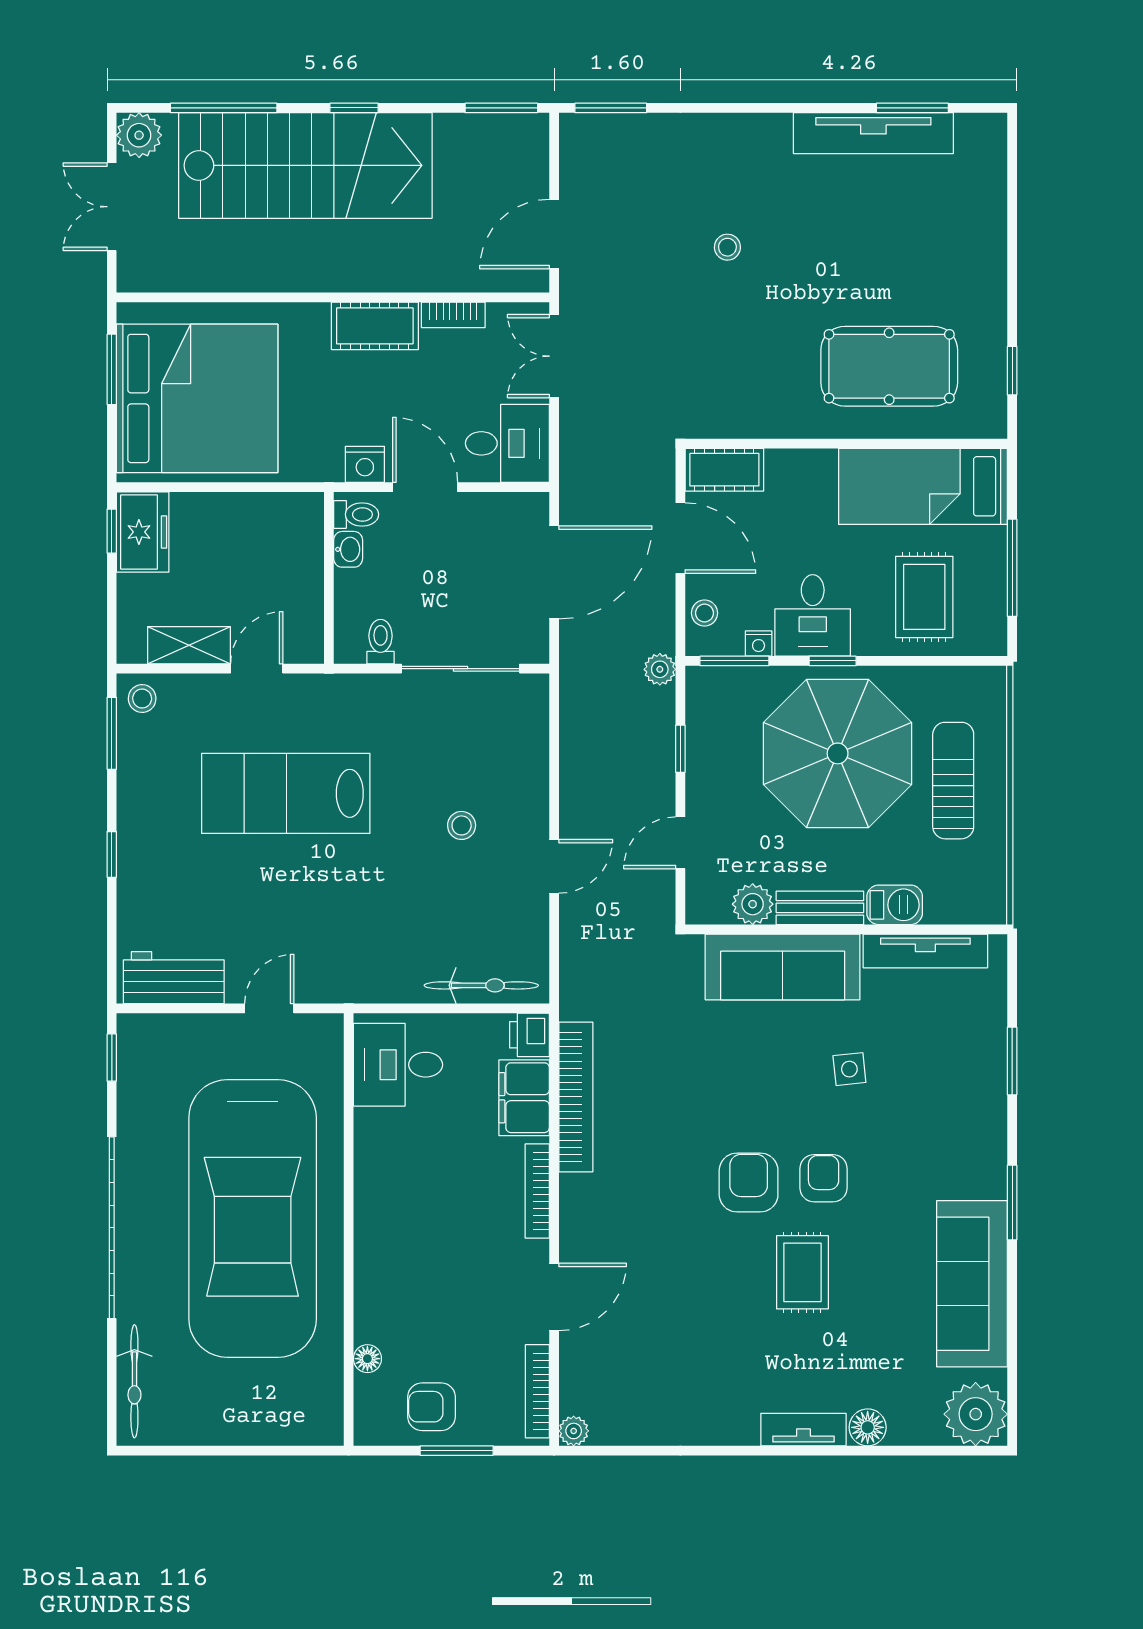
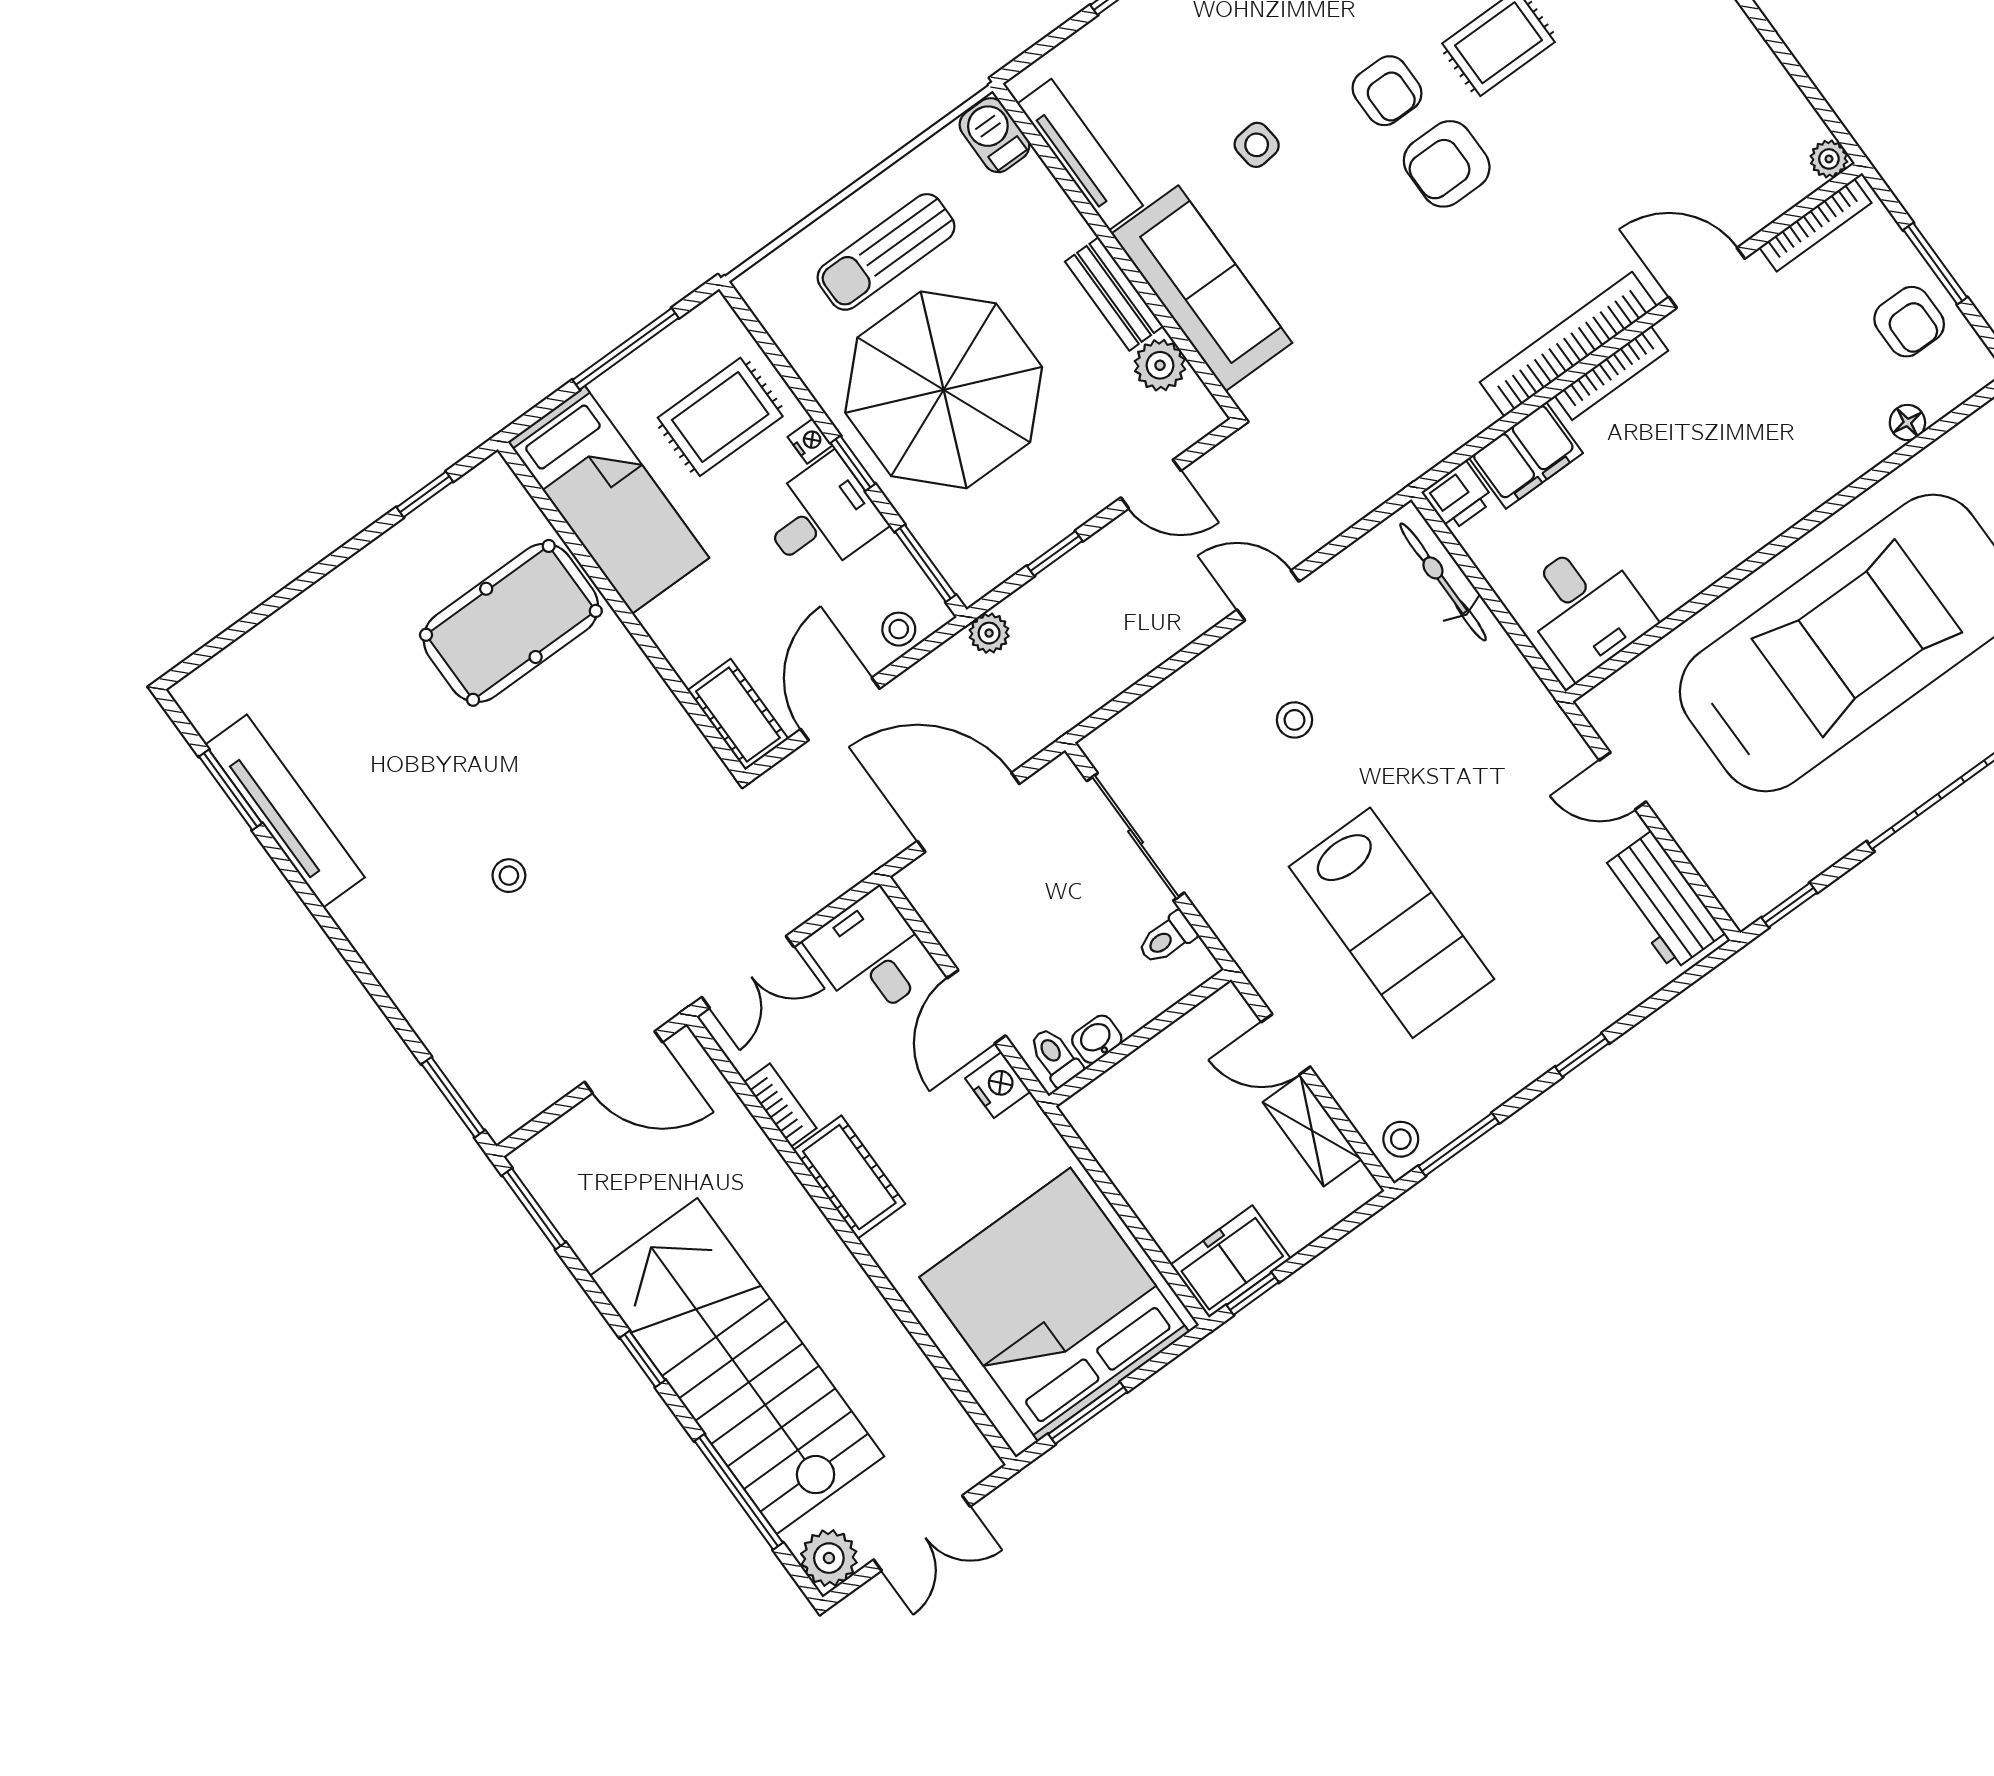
pool table: (889, 366) -> (511, 623), turned 90
nightstand: (759, 644) -> (810, 441), moved
barbecue: (895, 905) -> (994, 135), moved
bookcase: (576, 1097) -> (1568, 344), moved
armchair: (824, 1178) -> (1387, 91), turned -90

